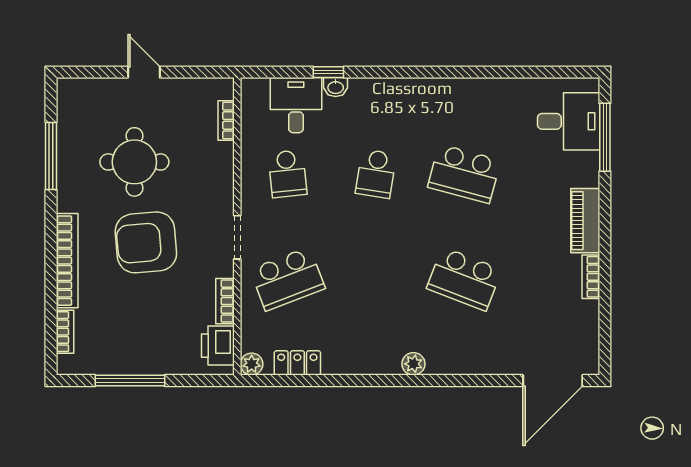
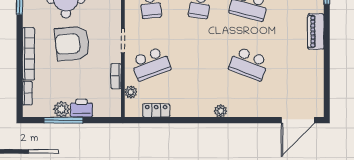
bookcase: (591, 277) -> (319, 63), removed
printer: (218, 346) -> (82, 108), moved, turned 90
plant: (127, 361) -> (61, 109), added
plant: (252, 364) -> (131, 92), moved

